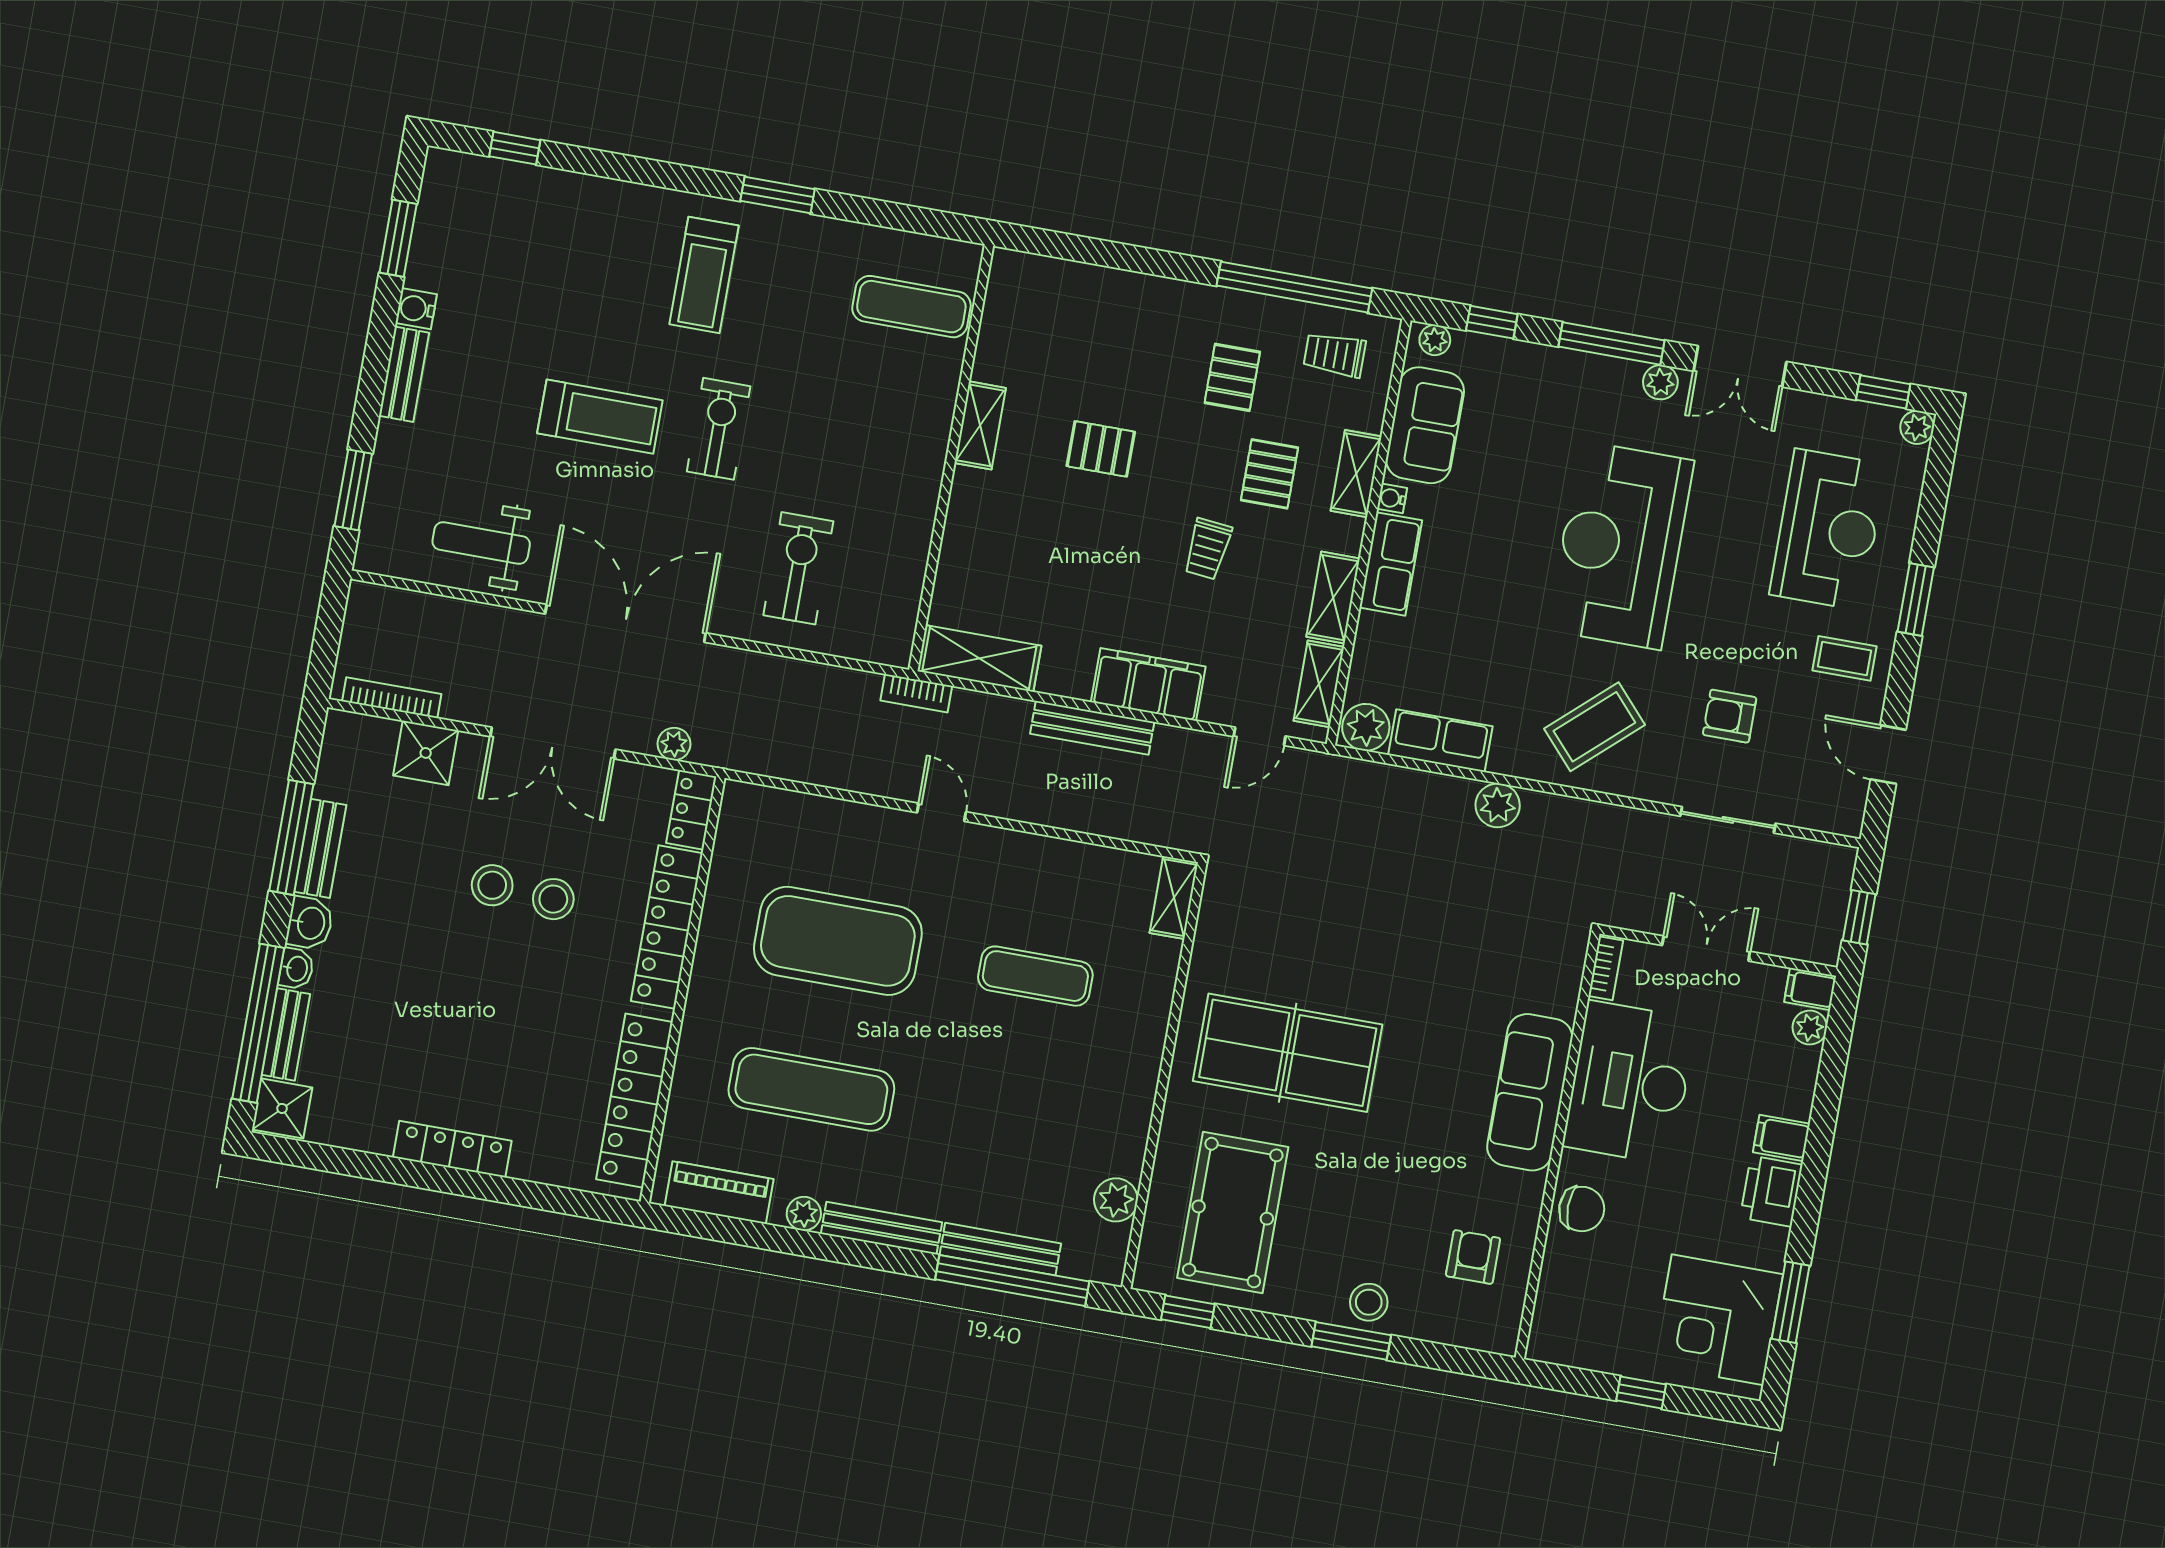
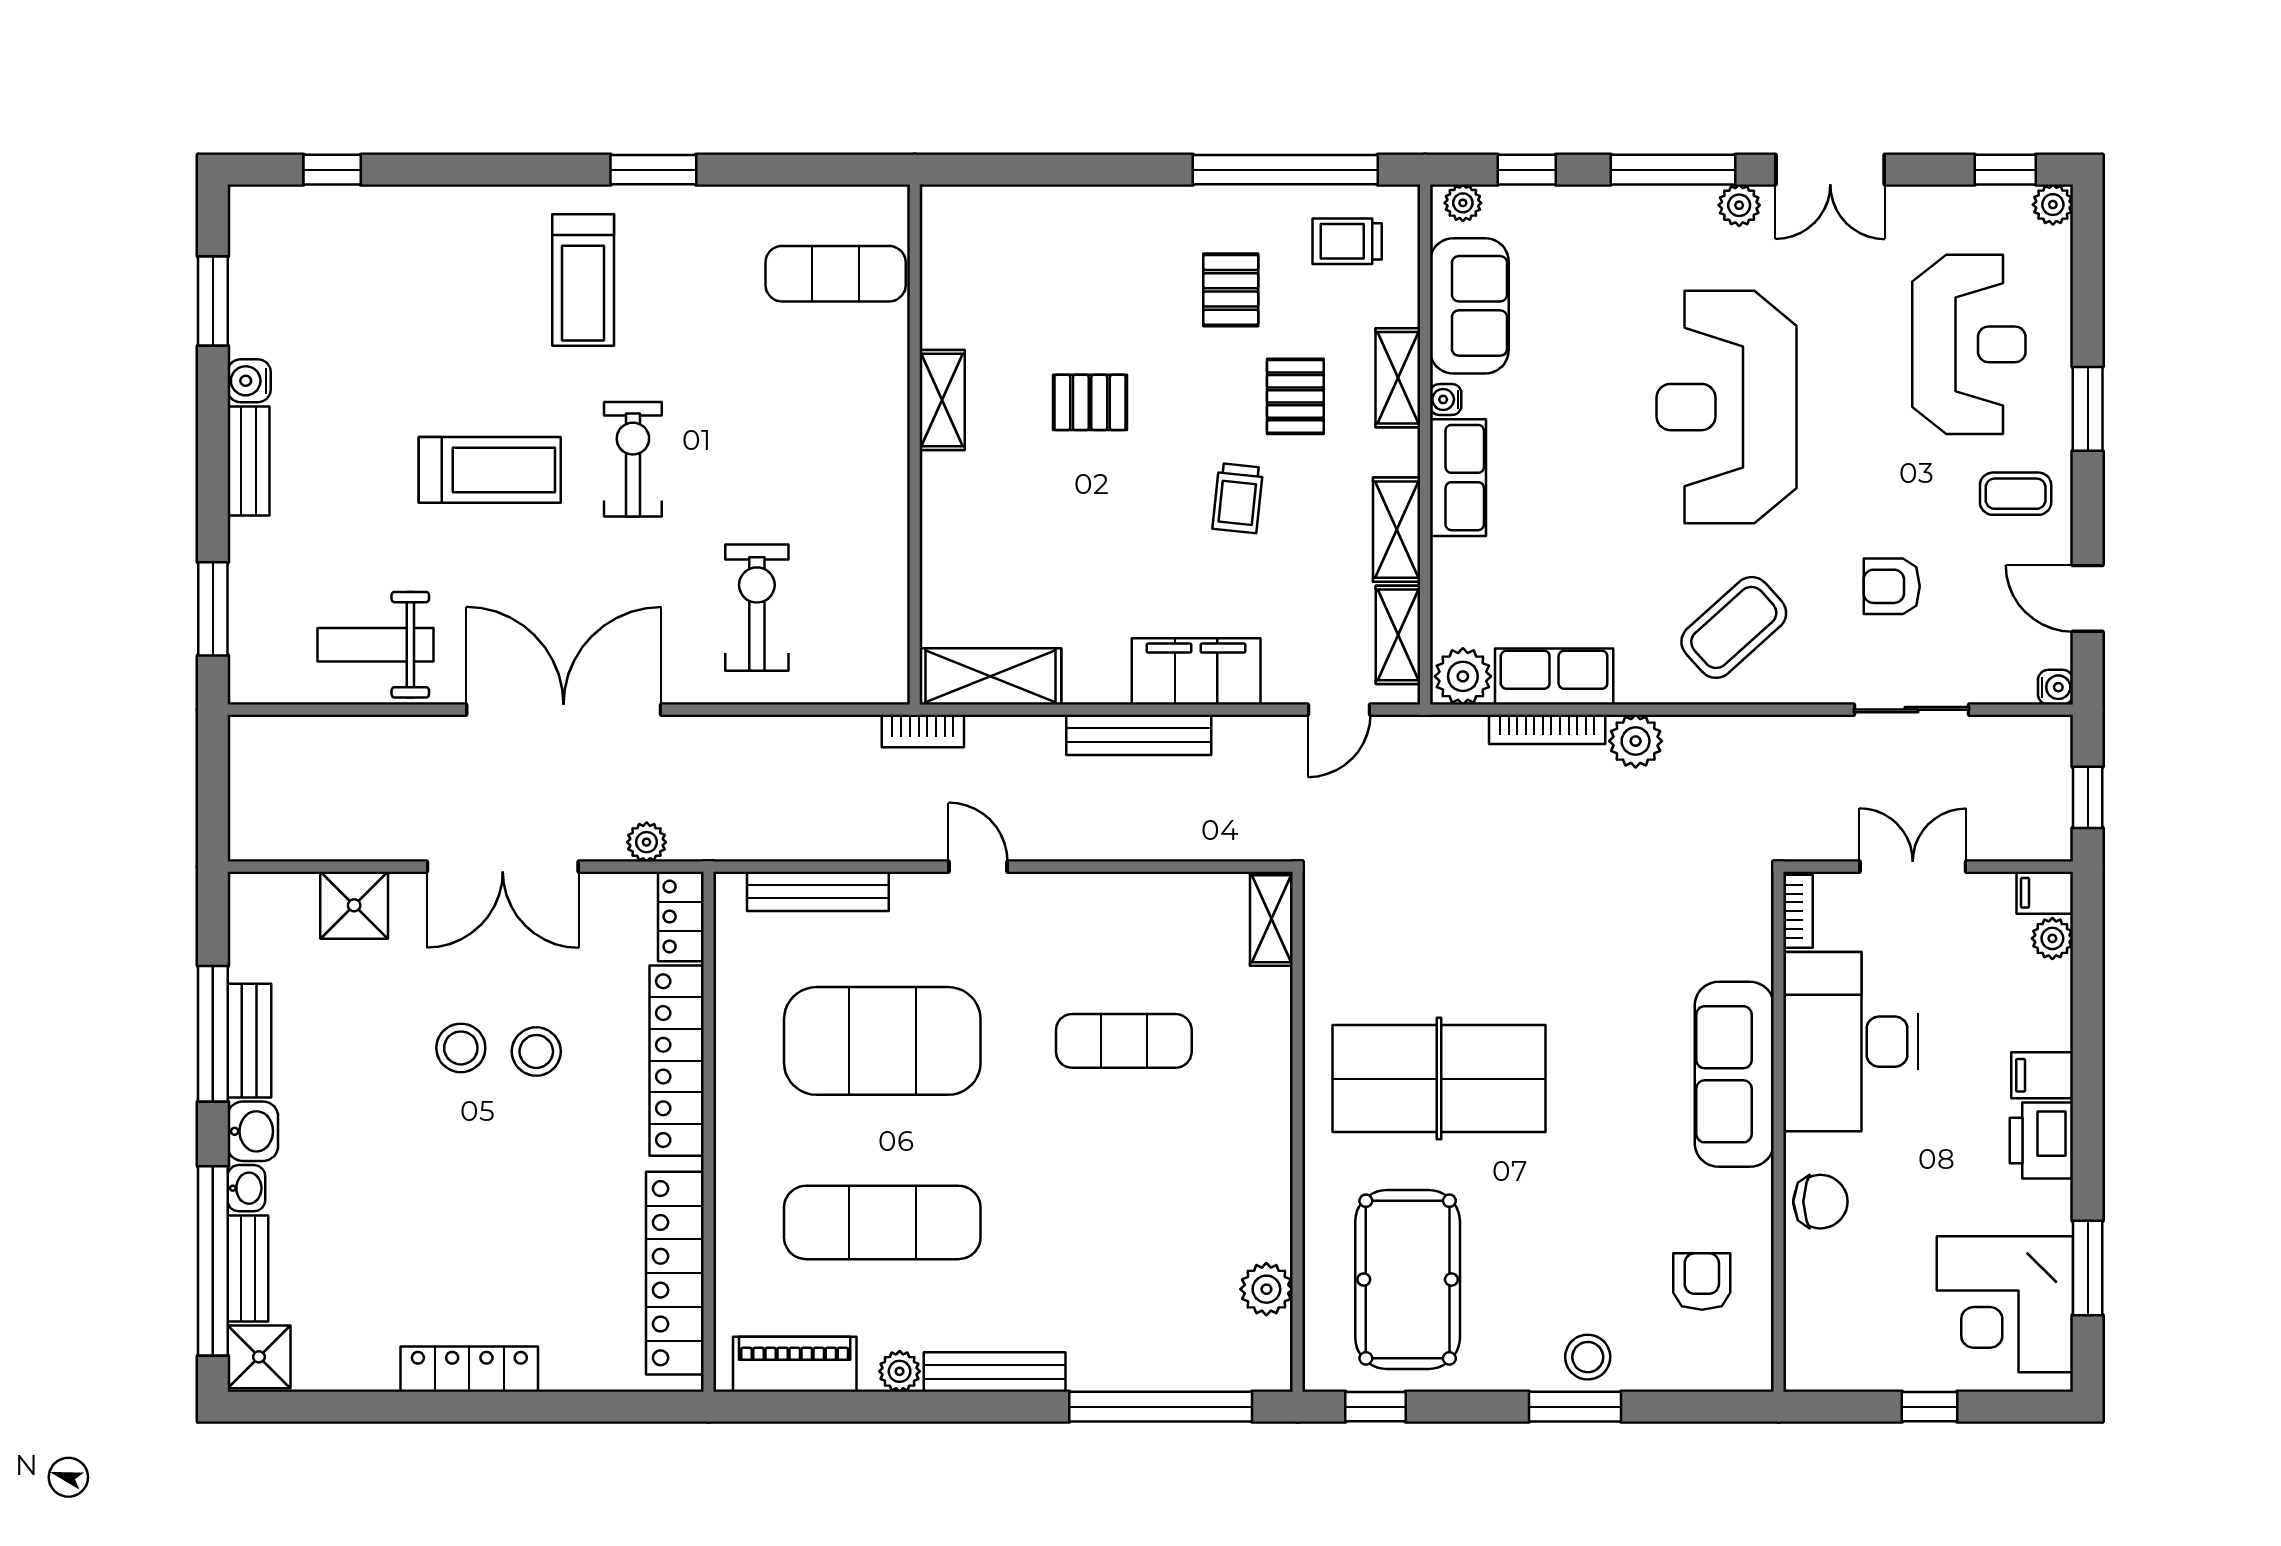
bookcase: (392, 698) -> (1547, 729), moved, turned 180
water cooler: (1849, 822) -> (2056, 687), added
bench: (1000, 1249) -> (818, 891), moved

